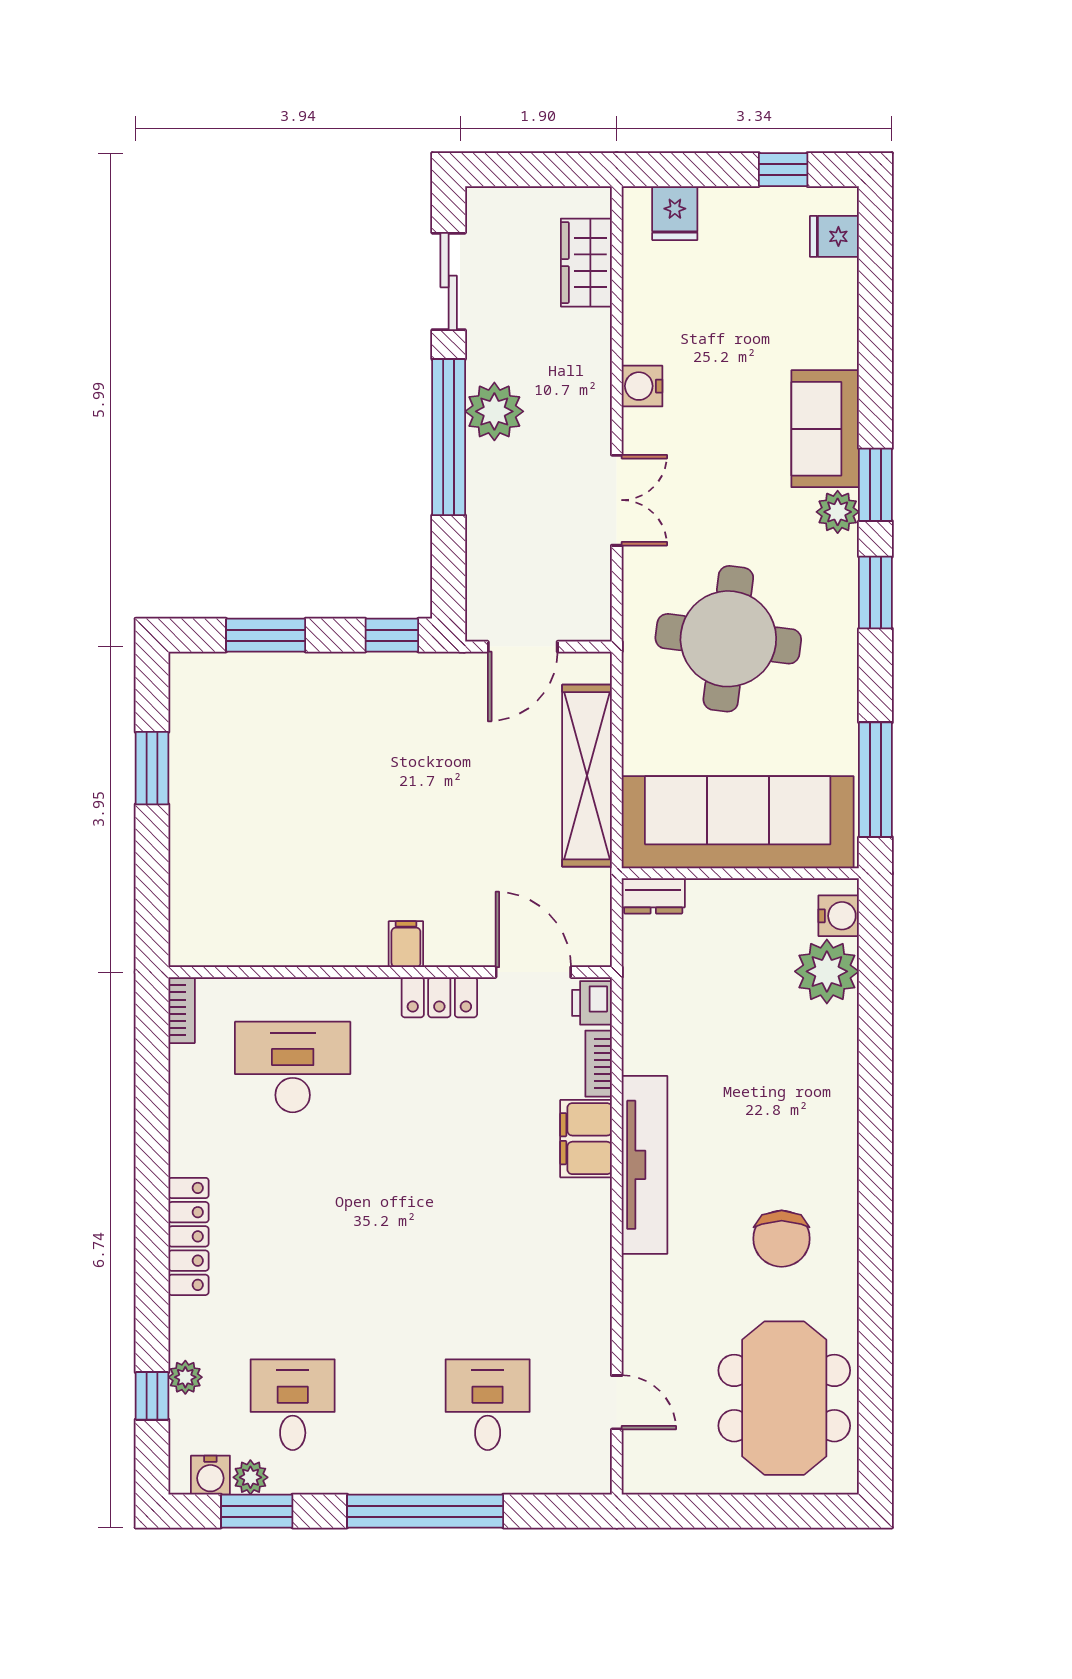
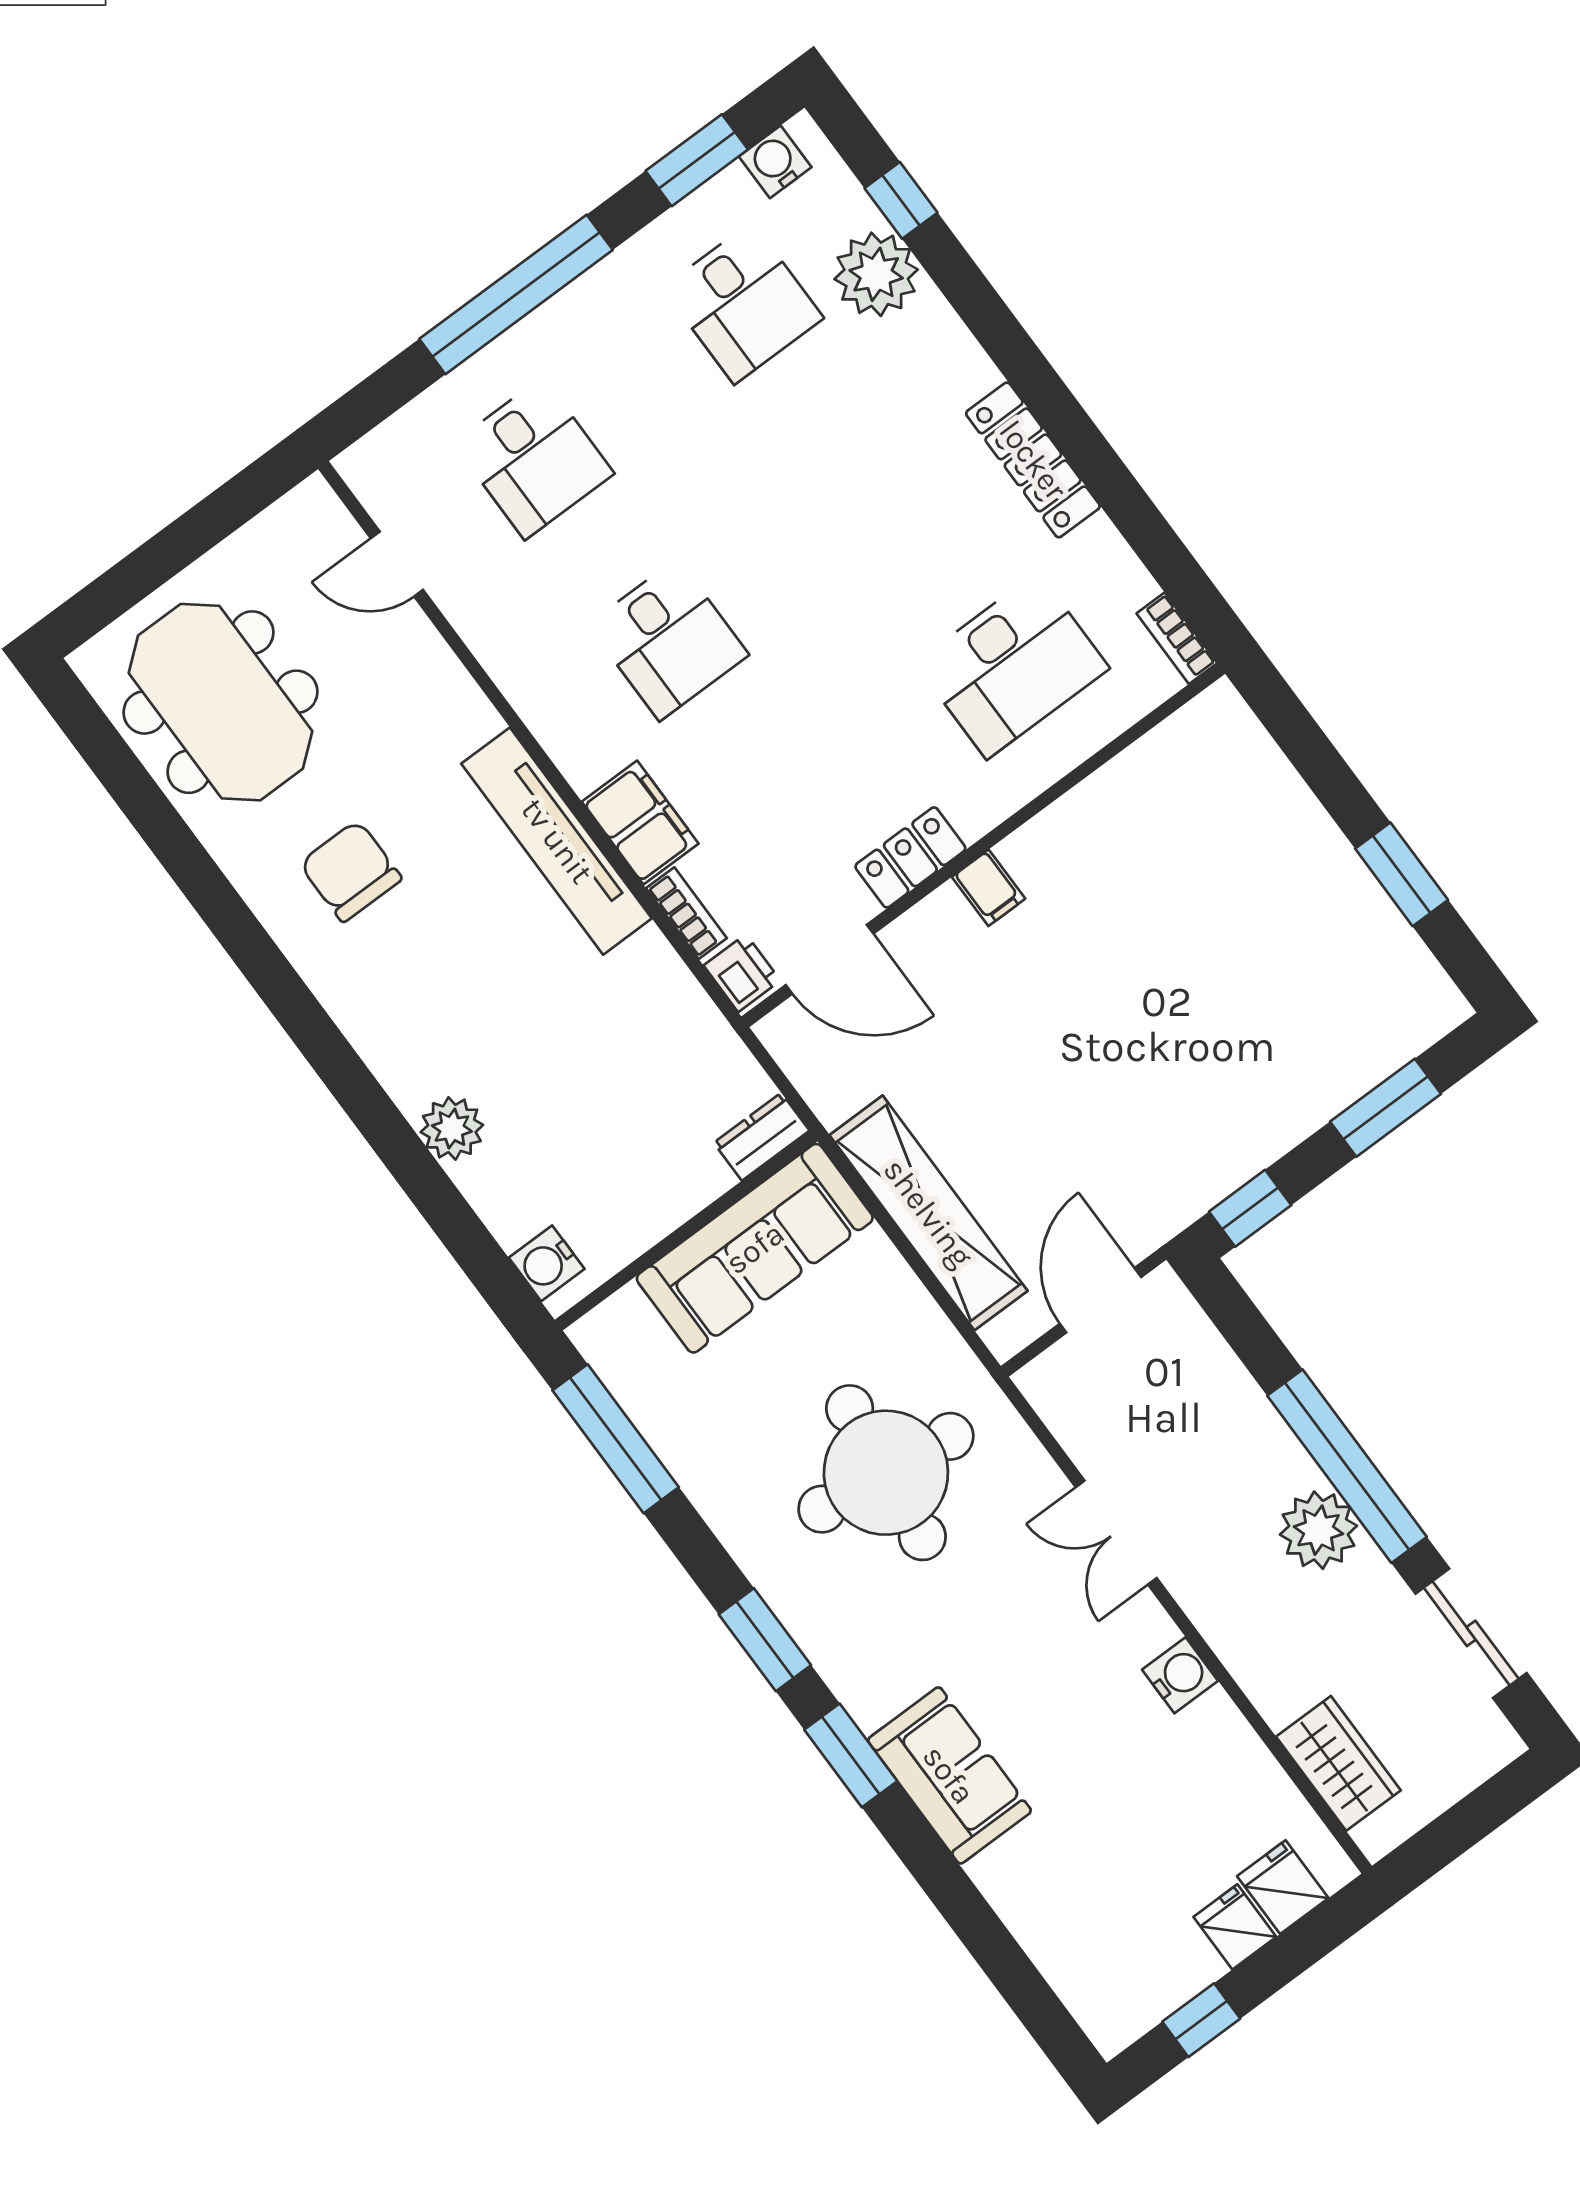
fridge: (834, 236) -> (1235, 1927), moved, turned -90
plant: (838, 512) -> (870, 1696), removed
sofa: (738, 822) -> (755, 1248), width x0.74, depth x0.79
plant: (827, 971) -> (452, 1129), moved, width x0.73, depth x0.73
locker: (189, 1236) -> (1033, 460), moved
desk: (488, 1236) -> (668, 640), added
plant: (185, 1377) -> (876, 274), width x1.87, depth x1.87
plant: (250, 1477) -> (730, 191), removed

